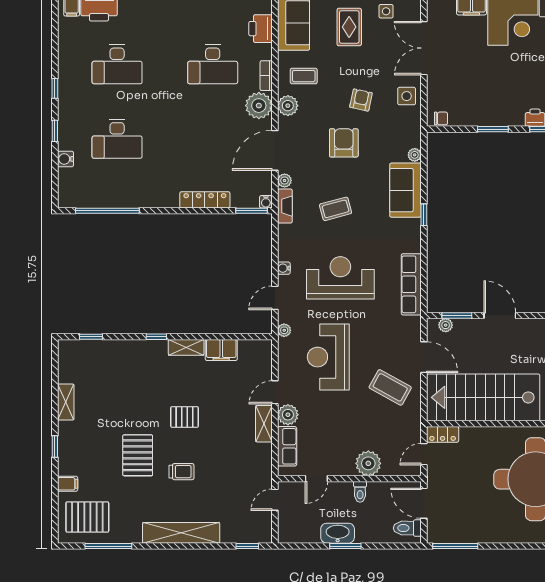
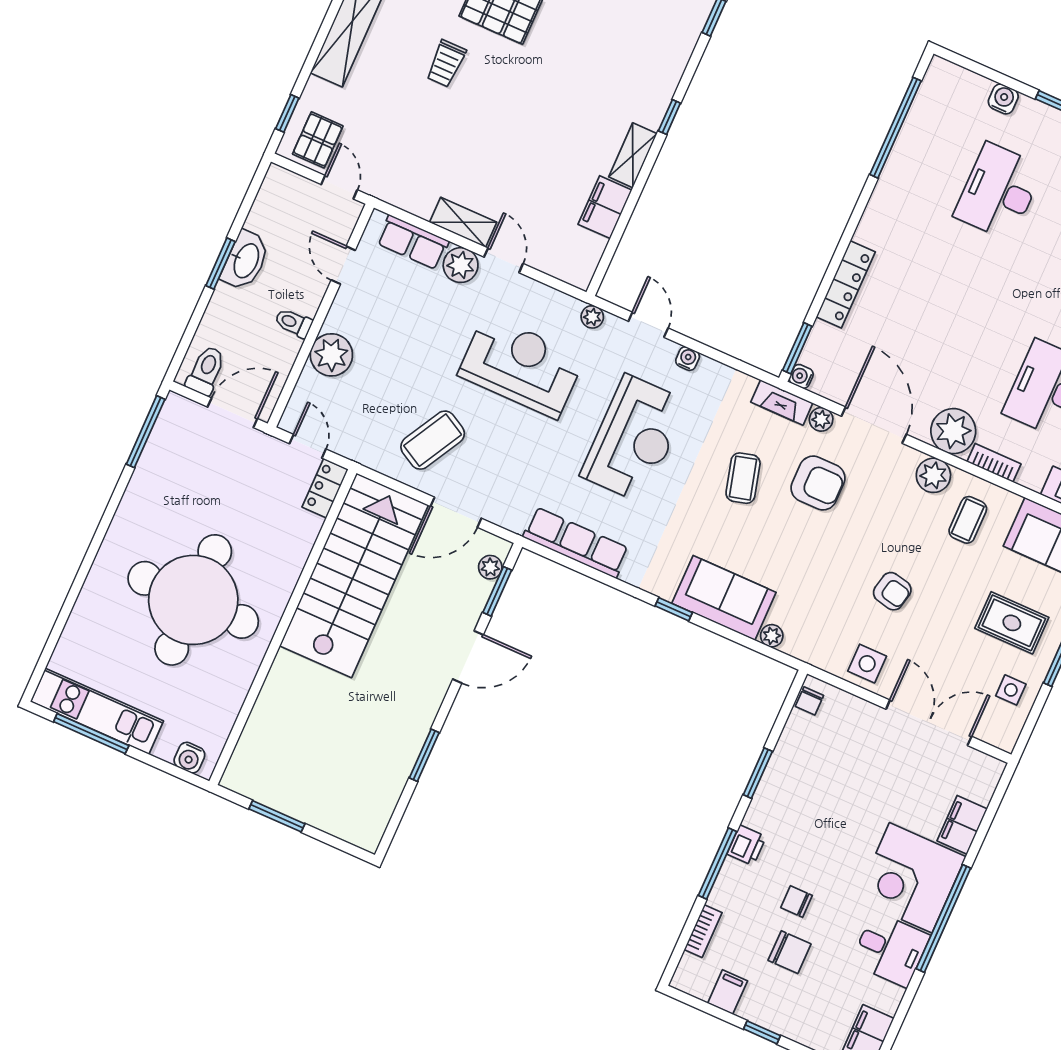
armchair: (344, 143) -> (818, 483), moved
pallet: (184, 417) -> (318, 140), moved

